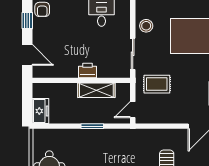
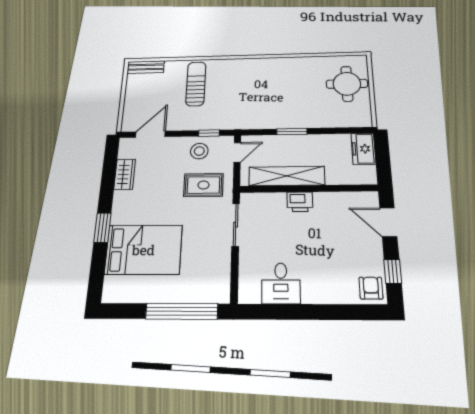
stool: (146, 26) -> (199, 151), moved
shelving: (96, 90) -> (287, 176), width x1.47
window: (154, 126) -> (209, 133), added

